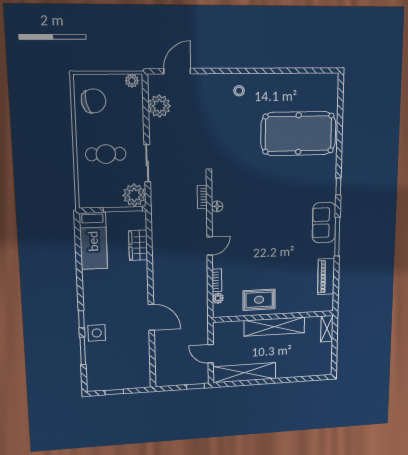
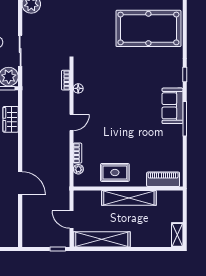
piano: (326, 276) -> (163, 179), moved, turned 90
shelving: (327, 329) -> (177, 235), moved

